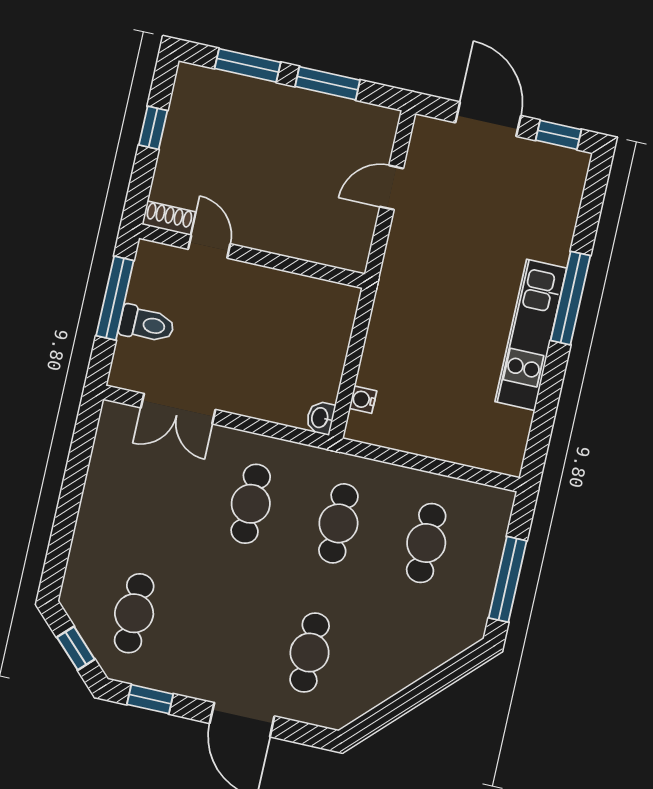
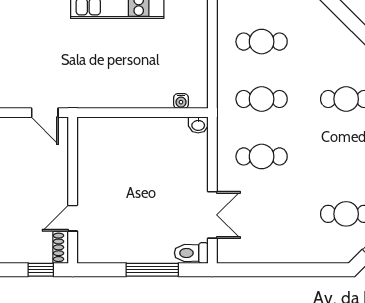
shoe rack: (169, 218) -> (61, 247), moved
door: (209, 247) -> (73, 218), moved
wall: (252, 256) -> (73, 190), moved
toilet: (147, 324) -> (191, 253), moved, turned -90

